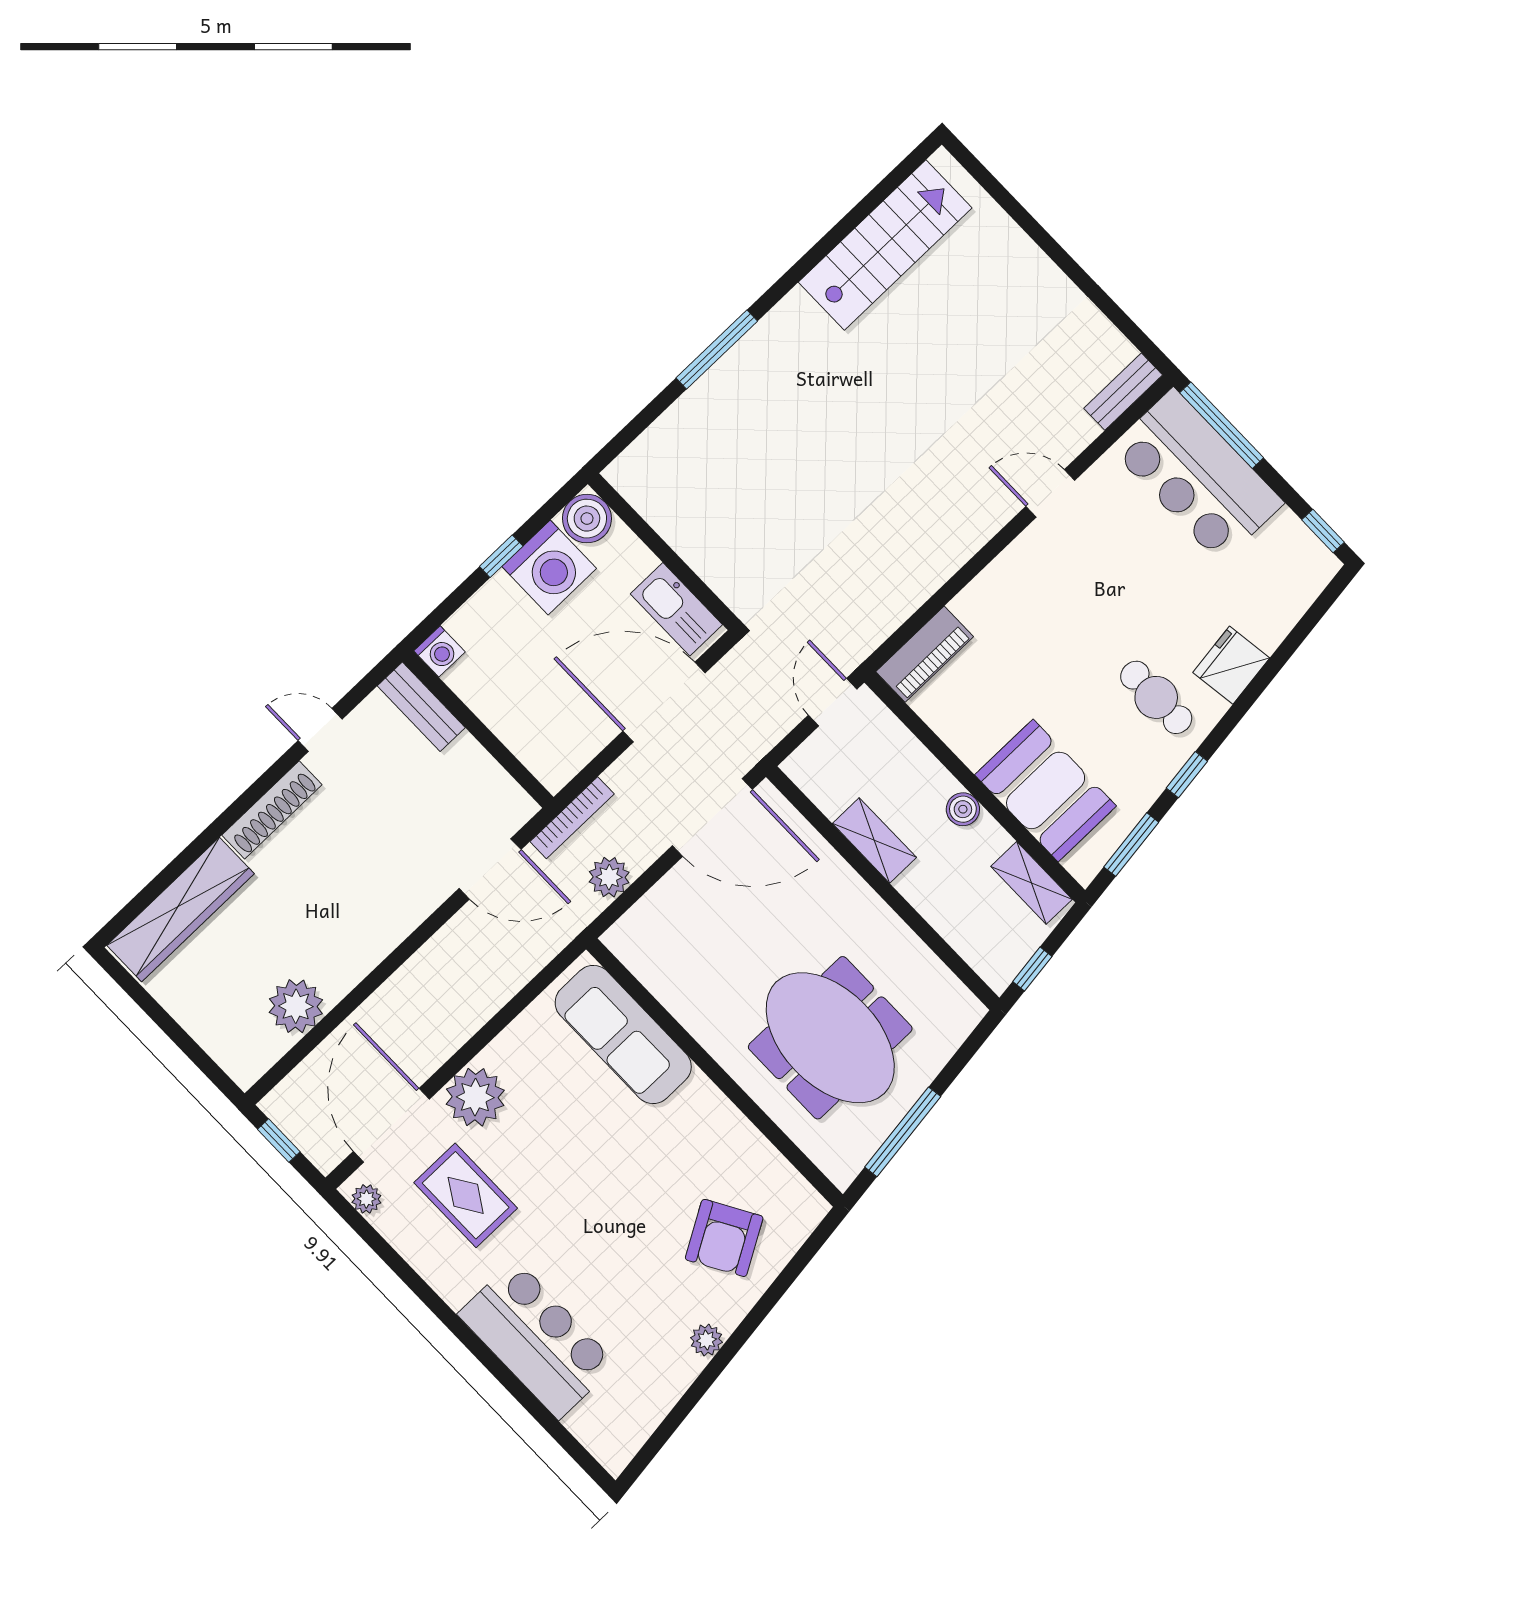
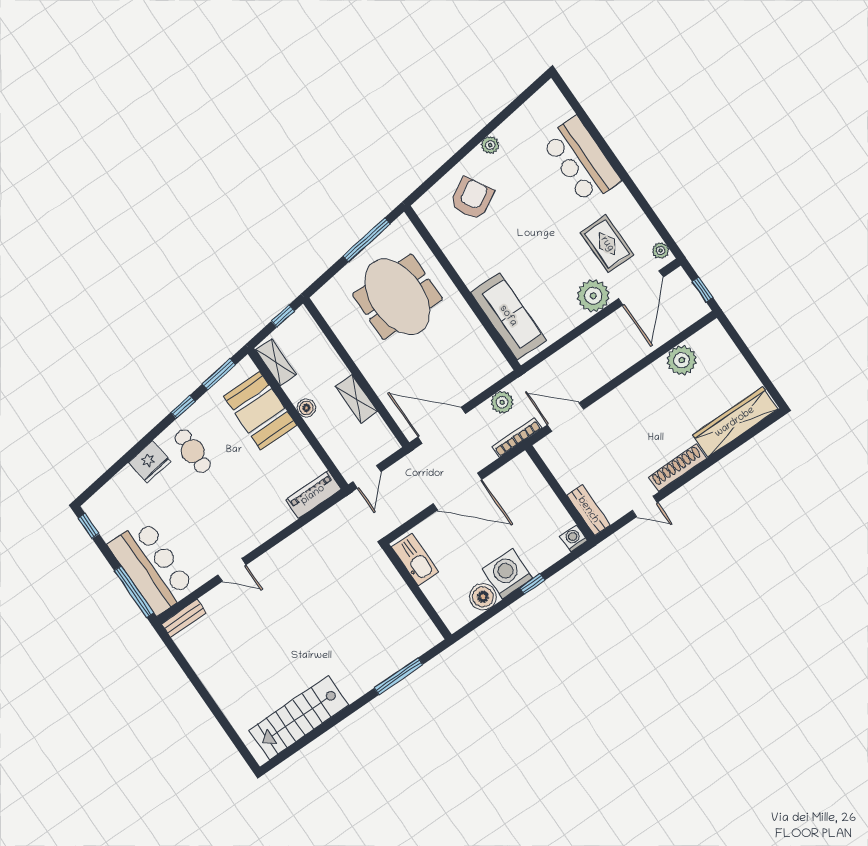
wall: (663, 552) -> (417, 592), moved
kitchen sink: (676, 609) -> (415, 559), moved

